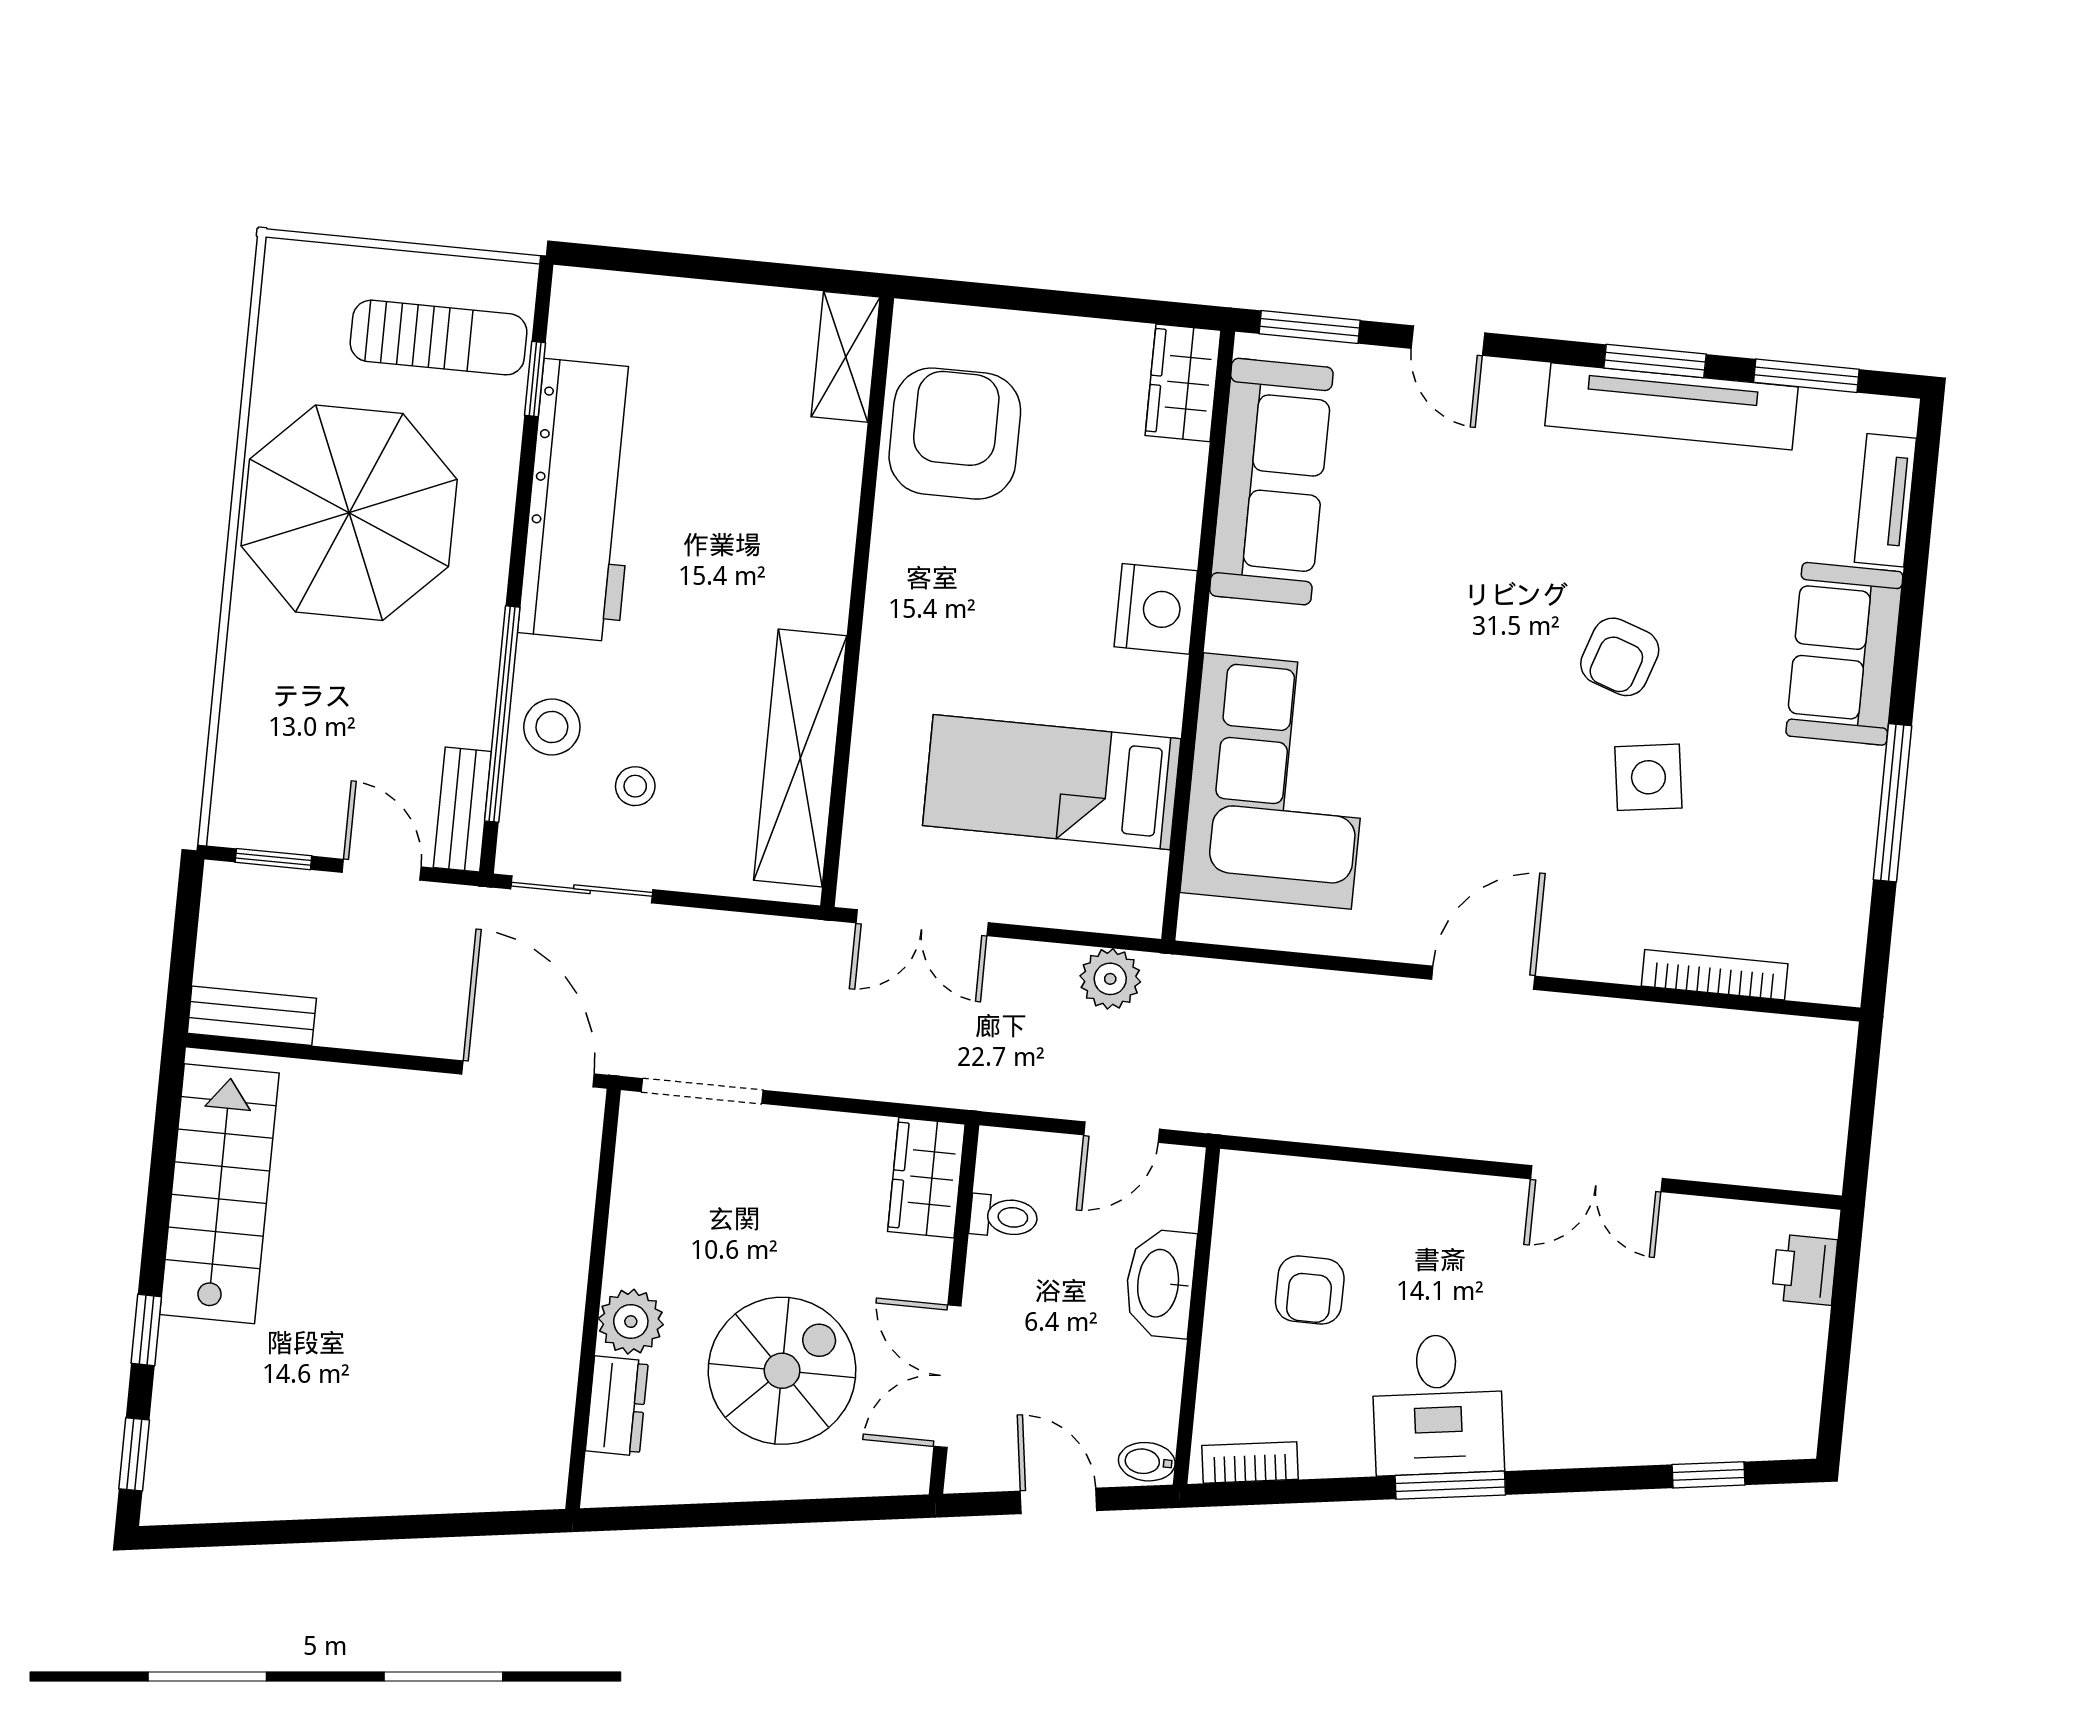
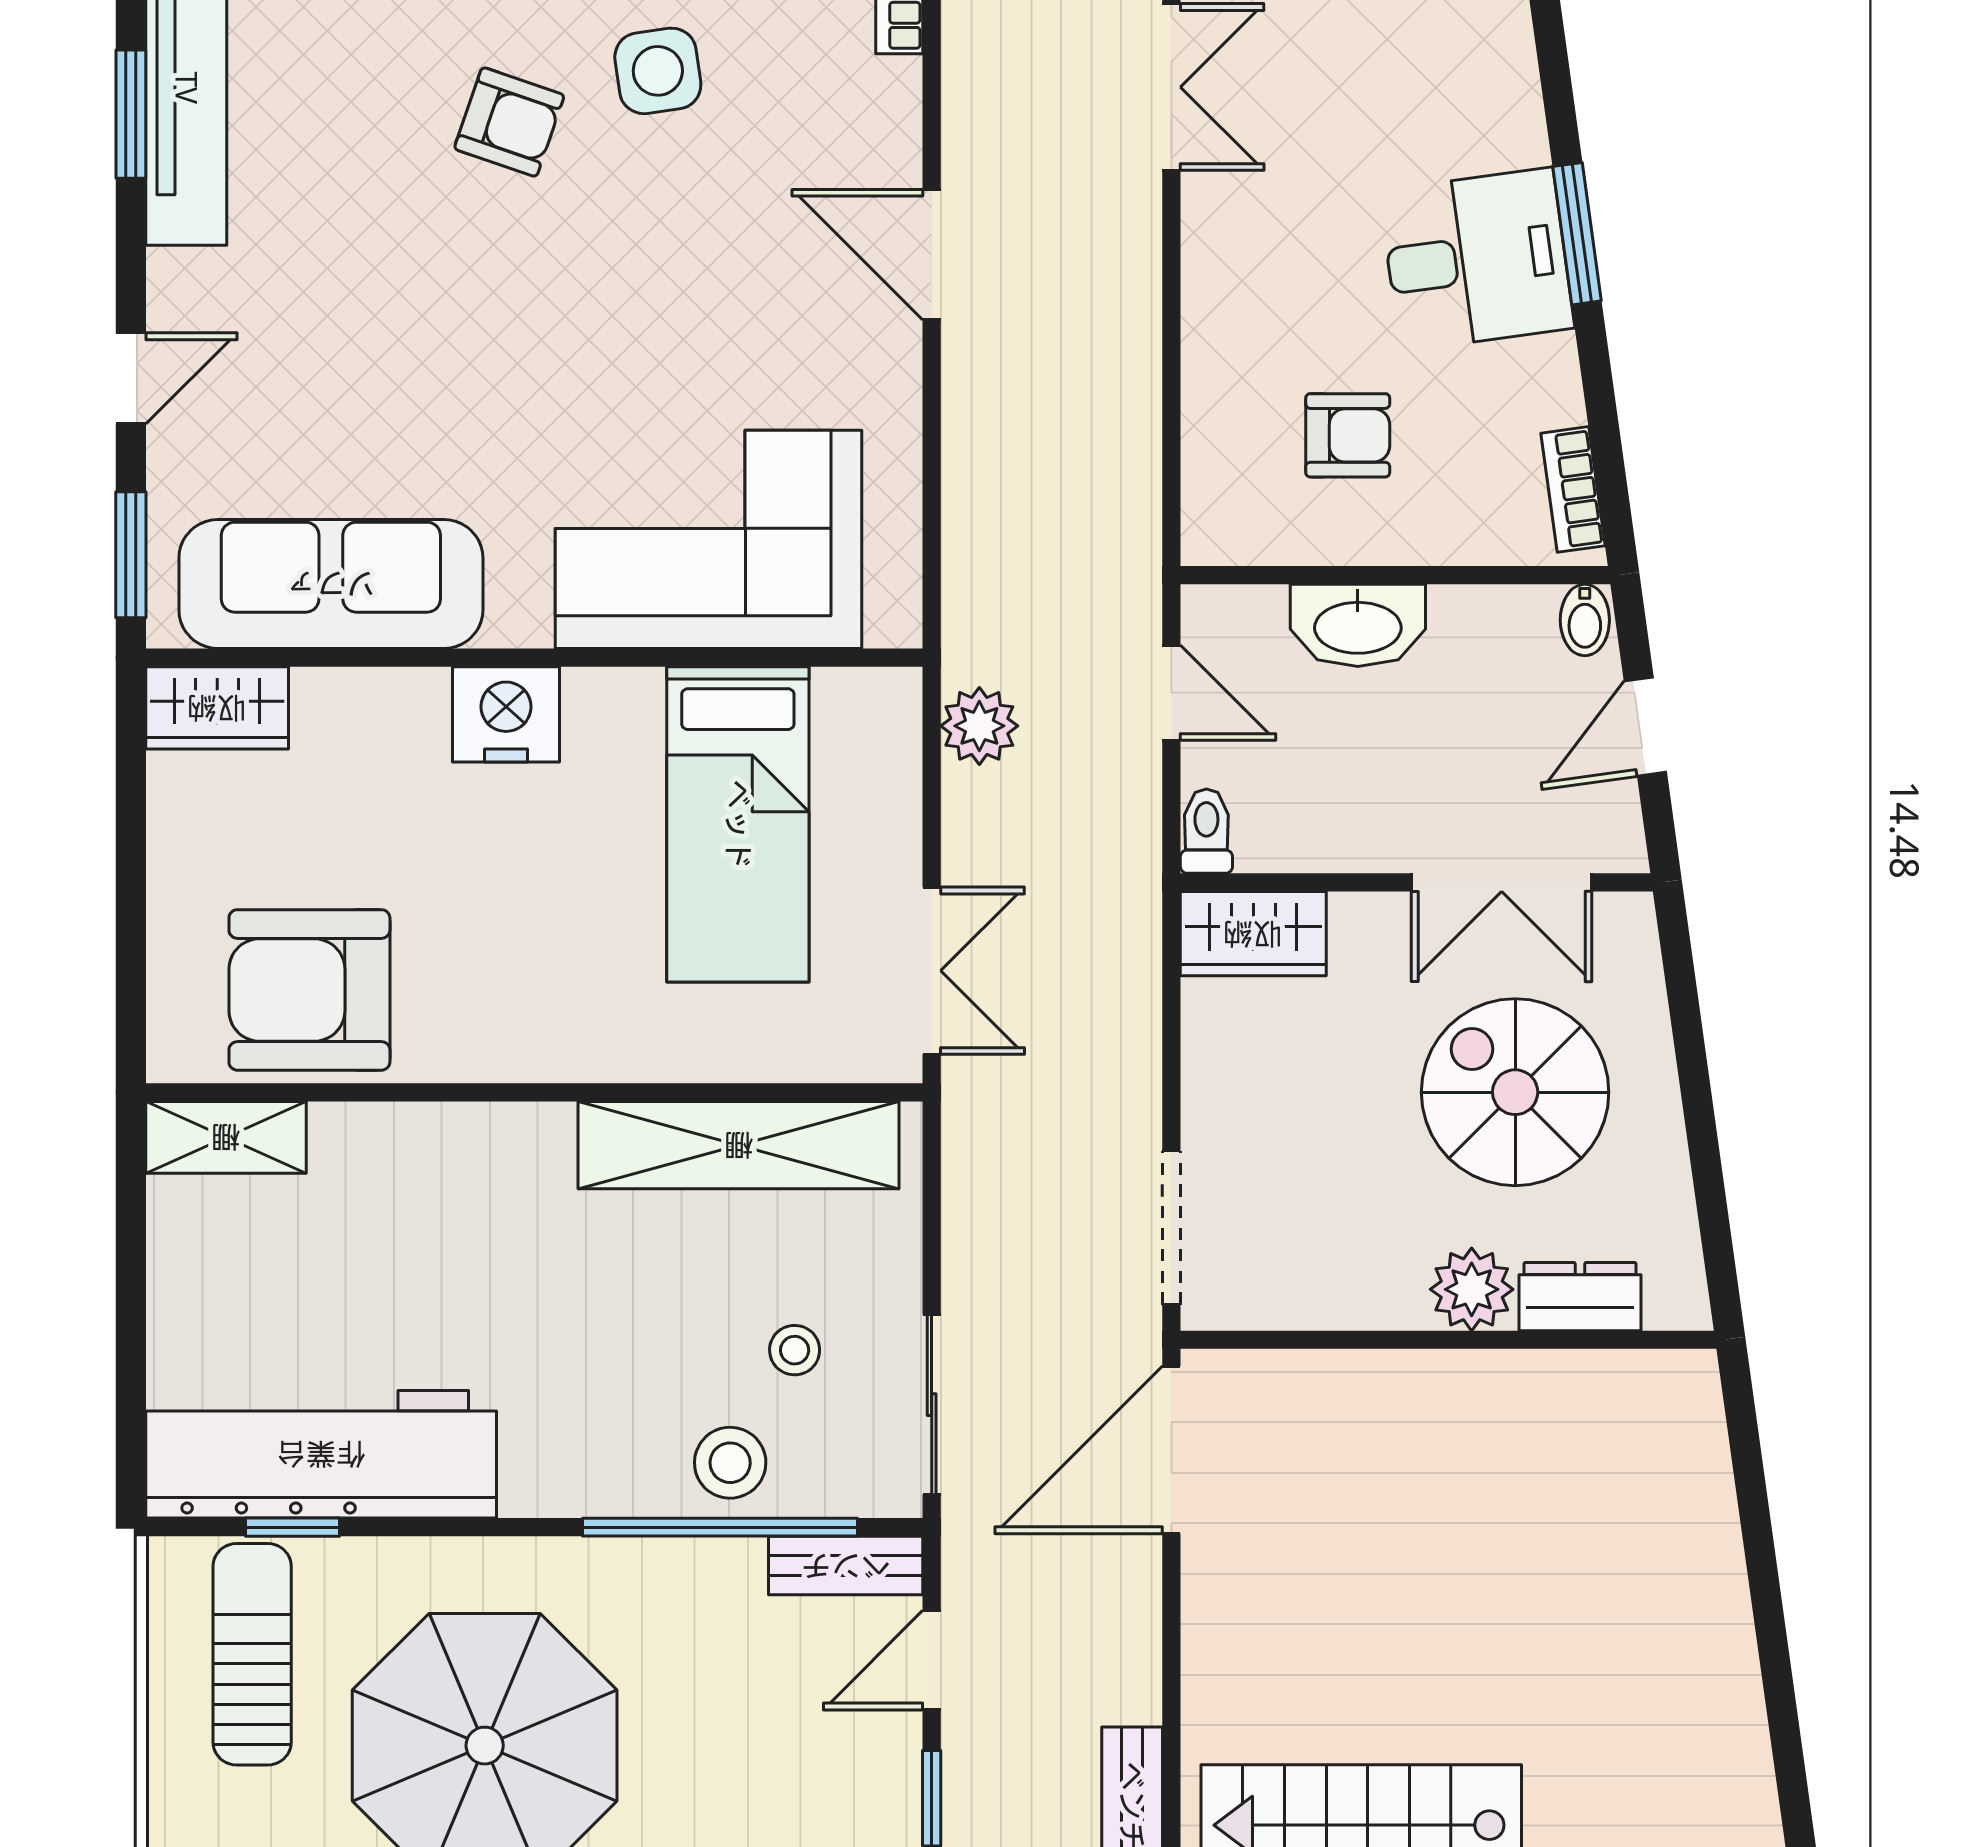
workbench: (581, 500) -> (321, 1454), moved
toilet: (1004, 1216) -> (1206, 831), moved

